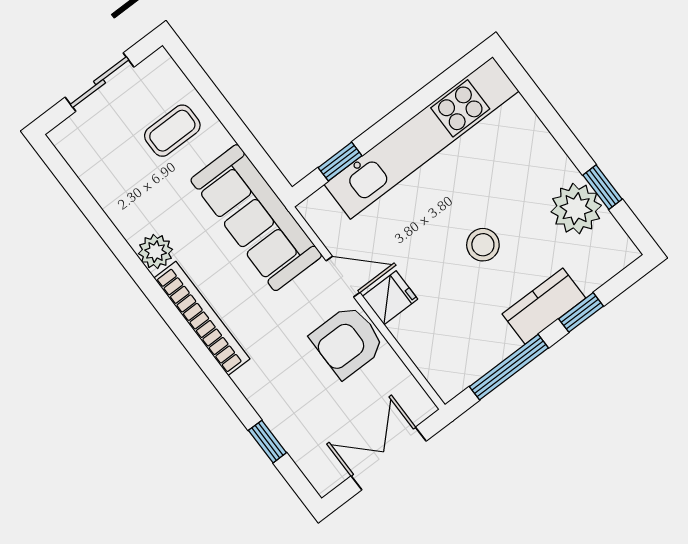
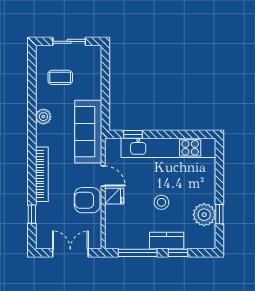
coffee table: (172, 131) -> (60, 77), moved
bookcase: (202, 318) -> (42, 174), moved

